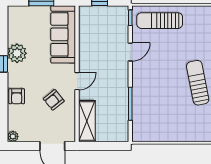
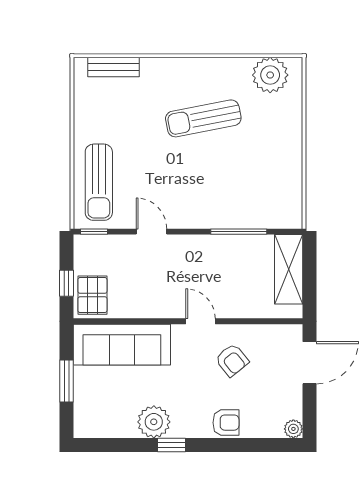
pallet: (93, 17) -> (92, 295), added
shelving: (87, 121) -> (289, 269), moved, turned 90

